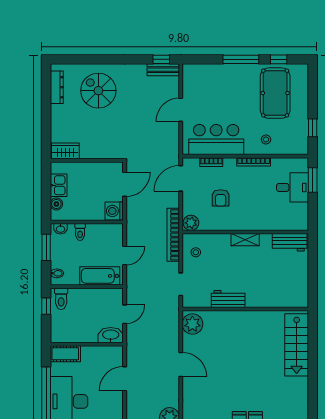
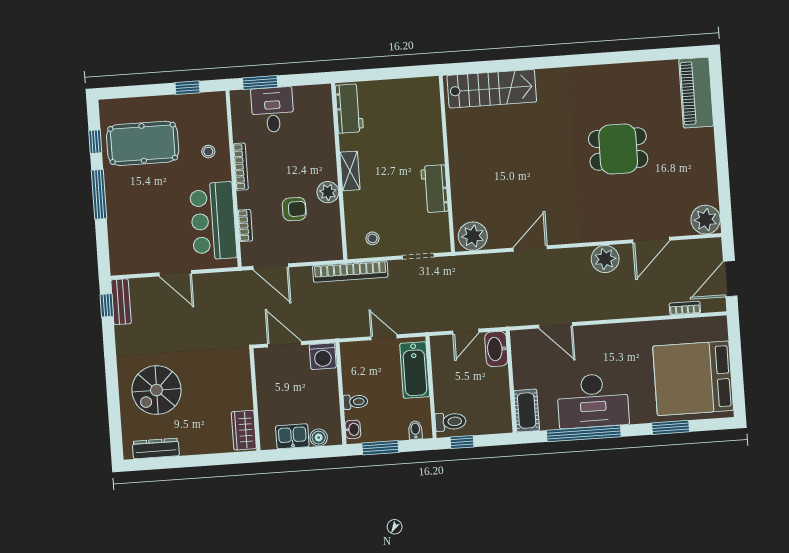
plant: (191, 223) -> (328, 192), moved
door: (125, 314) -> (466, 332), swing flipped

